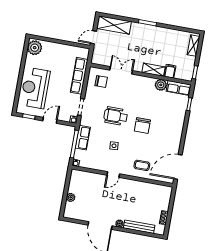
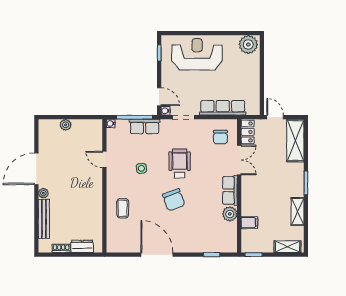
locker: (101, 60) -> (248, 132), added
shelving: (154, 70) -> (298, 212), moved
row of seats: (179, 88) -> (230, 190), moved
door: (50, 120) -> (159, 97), moved
chair: (142, 126) -> (174, 200), turned -110
door: (178, 167) -> (157, 255), moved
door: (113, 175) -> (104, 159), moved
dresser: (165, 201) -> (82, 246), added

